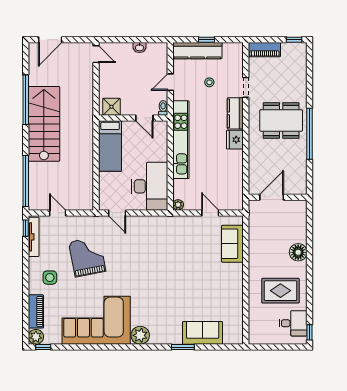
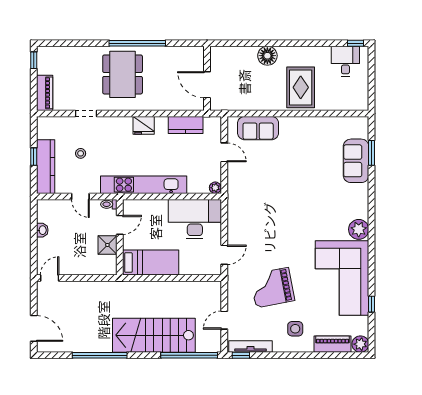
shower: (111, 107) -> (107, 245), moved
kitchen counter: (235, 113) -> (186, 125), moved
stairs: (44, 124) -> (154, 335), moved
door: (210, 213) -> (224, 152), swing flipped
rug: (280, 291) -> (301, 87), moved
window: (43, 347) -> (372, 304), moved
window: (183, 347) -> (372, 153), moved

